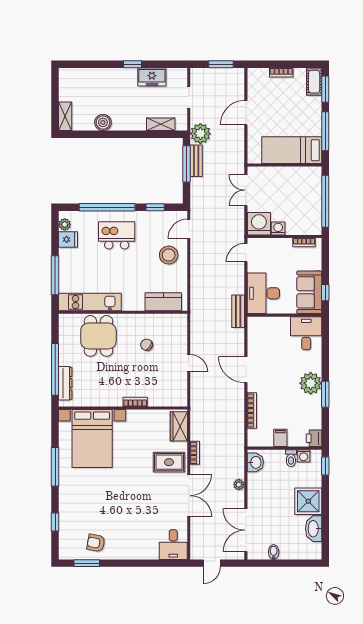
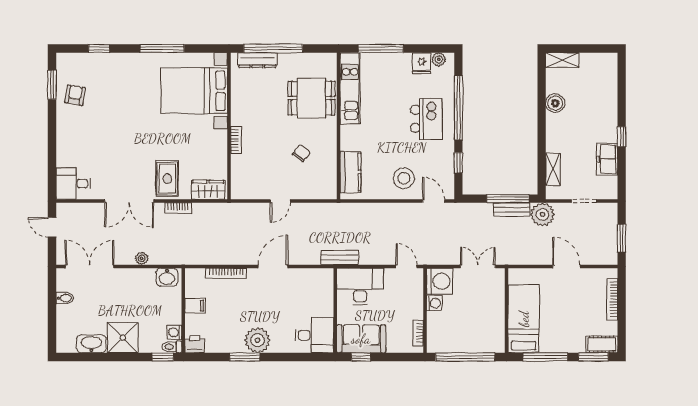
bookcase: (281, 73) -> (612, 299), width x1.56
toilet: (291, 458) -> (172, 347), moved

